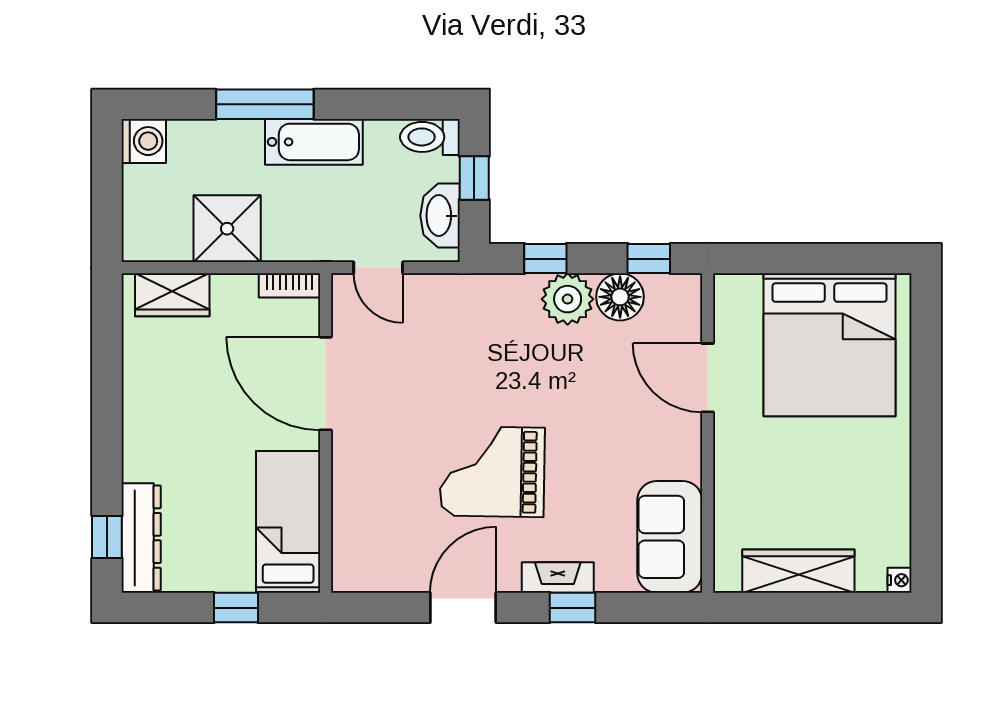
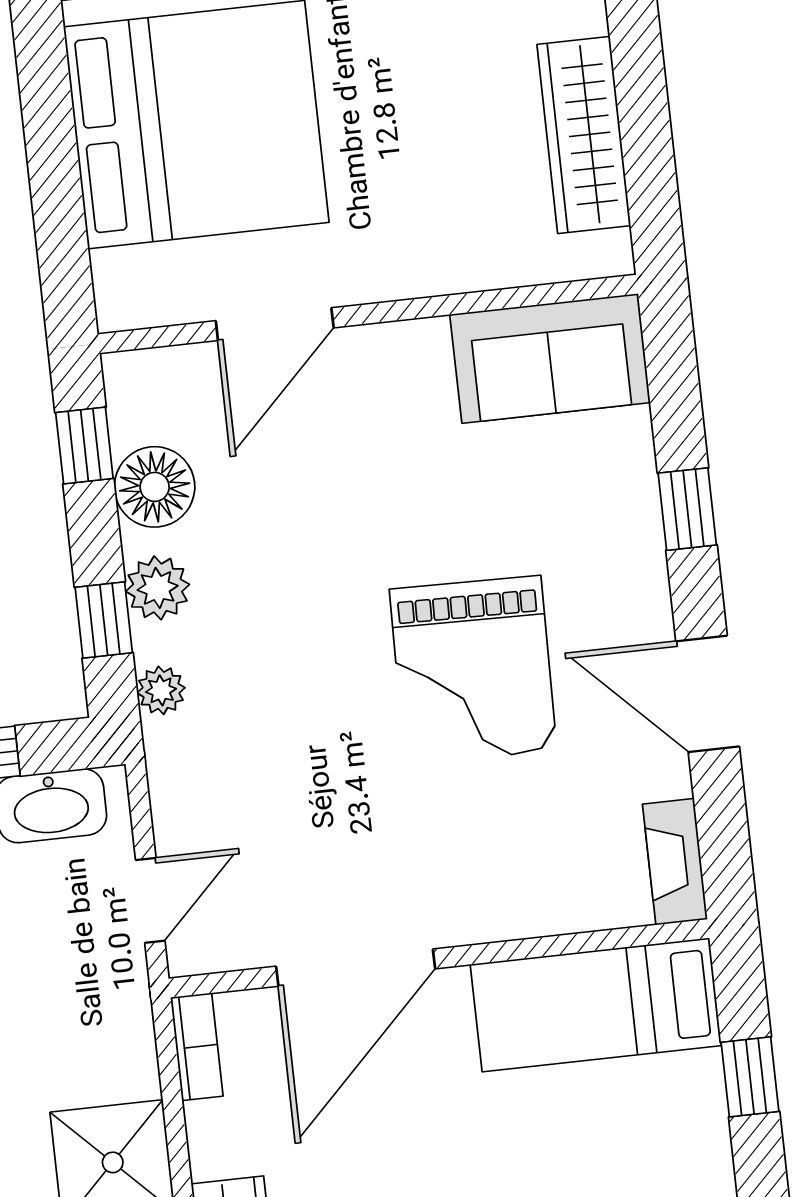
plant: (500, 288) -> (161, 690), added
plant: (568, 299) -> (158, 588), width x0.73, depth x0.73
fireplace: (558, 578) -> (675, 862), moved

